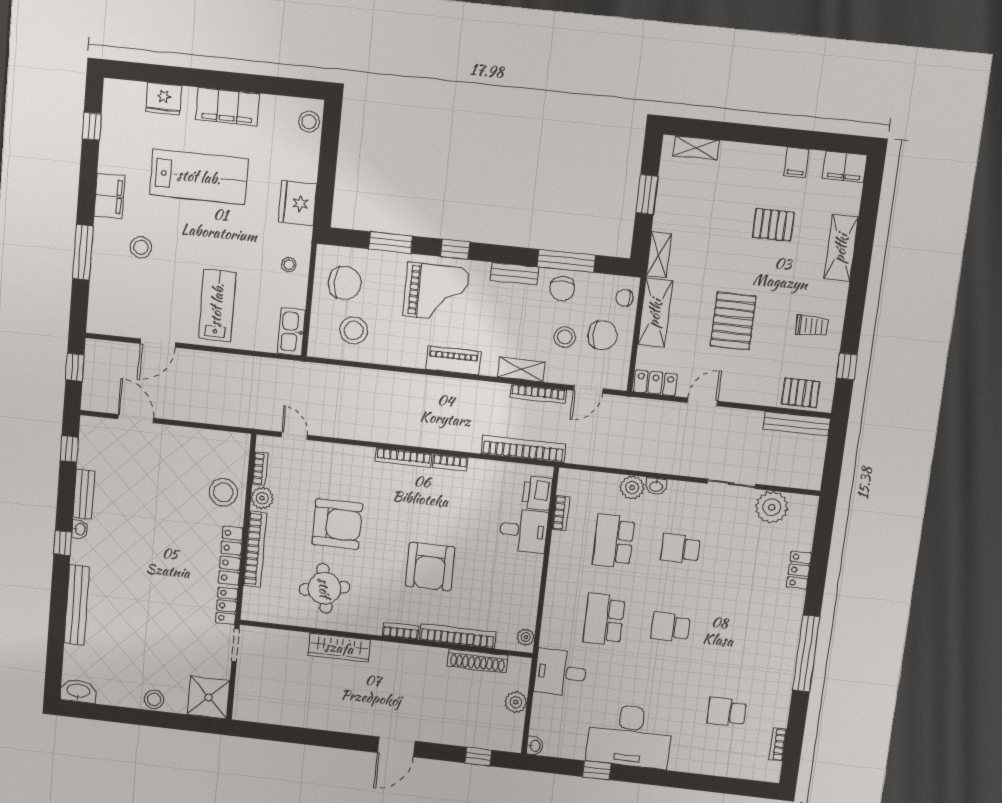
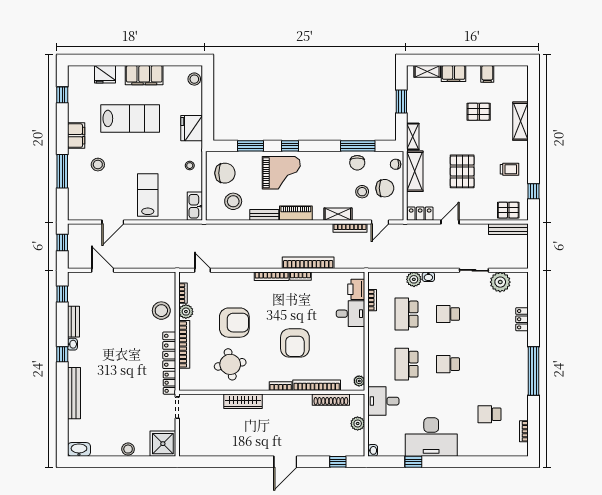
filing cabinet: (845, 167) -> (454, 74), moved
bench: (514, 274) -> (264, 215), moved
bookcase: (523, 449) -> (308, 263), moved

